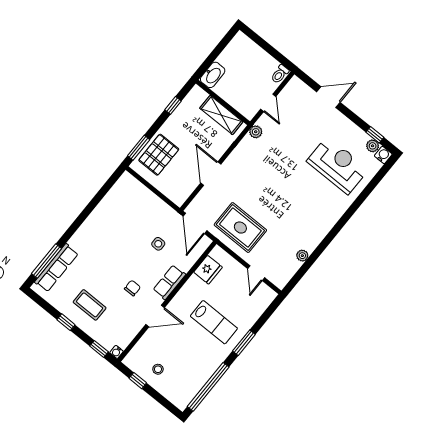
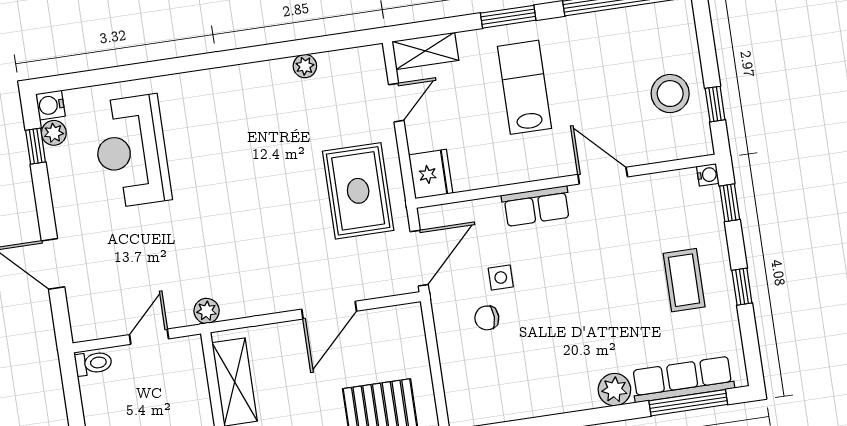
plant: (78, 241) -> (614, 390), added
fridge: (208, 270) -> (431, 174), moved, turned 90
chair: (132, 288) -> (487, 318), moved
shelving: (263, 302) -> (425, 51), added
stool: (158, 369) -> (670, 94), width x1.89, depth x1.89

